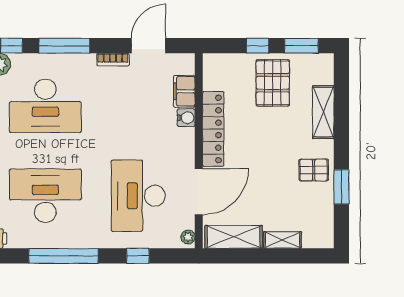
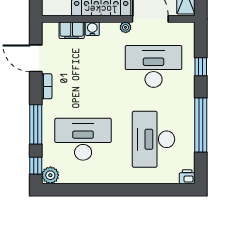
desk: (45, 106) -> (83, 139), turned -90
desk: (138, 196) -> (154, 66), turned 180
plant: (188, 237) -> (126, 27), moved

